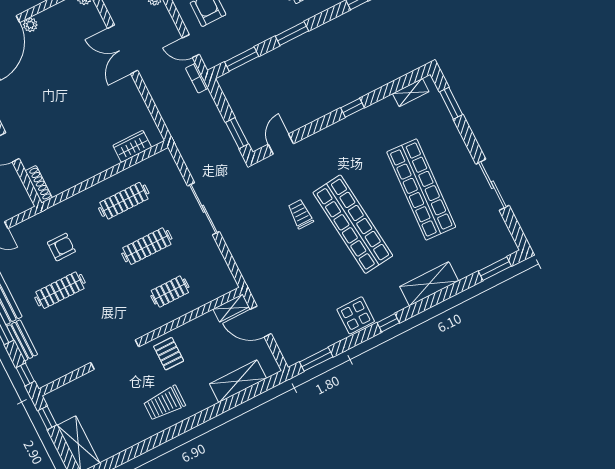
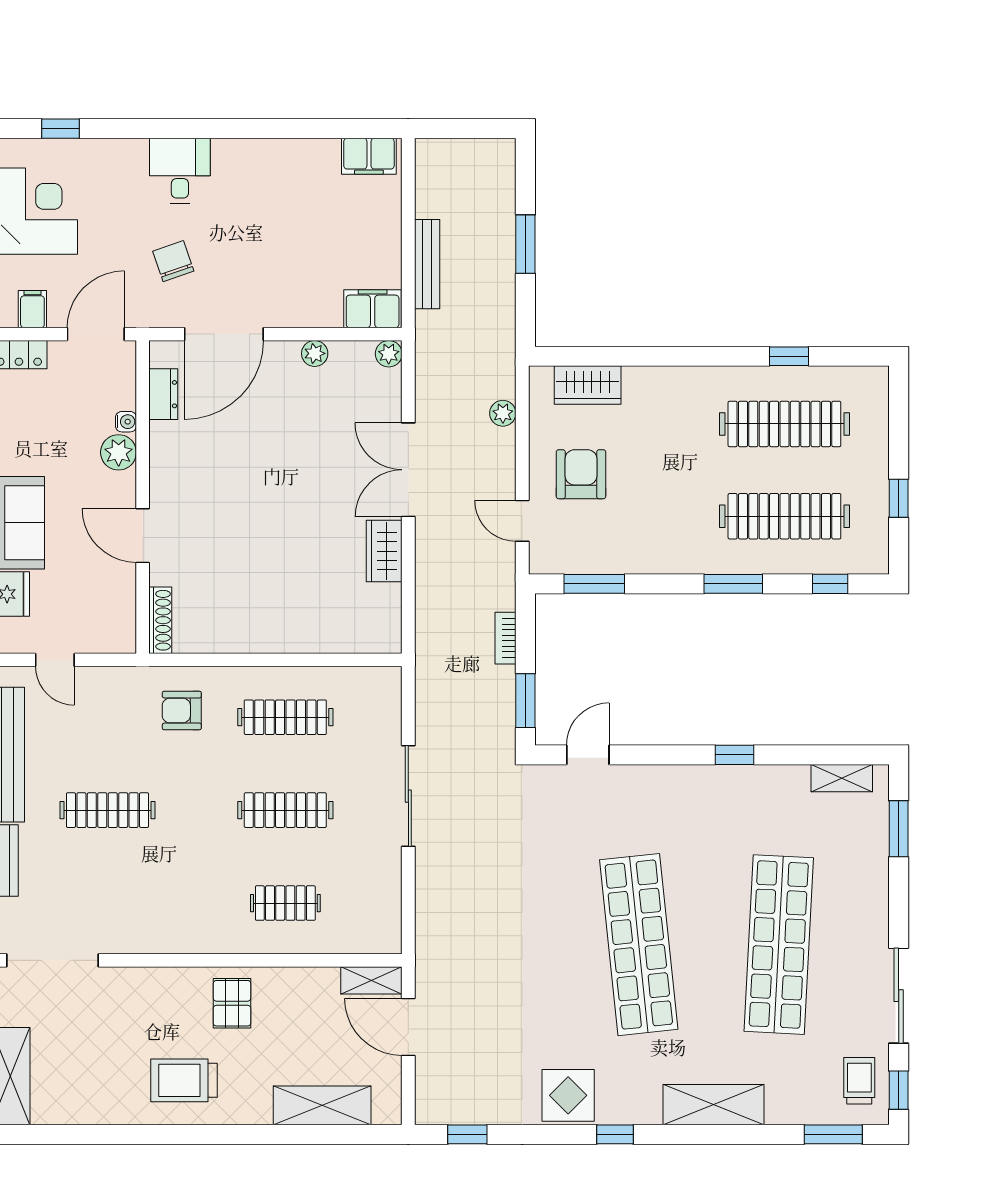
plant: (30, 25) -> (315, 353), moved
window: (292, 34) -> (733, 584), moved
bookcase: (197, 78) -> (505, 638), moved
wardrobe: (132, 146) -> (384, 551), moved, turned -90
trolley: (301, 214) -> (859, 1081), moved
window: (516, 231) -> (899, 1090), added
armchair: (61, 247) -> (182, 710), moved, turned 180
doorway: (115, 355) -> (52, 960), moved
window: (316, 359) -> (467, 1134), width x0.67

